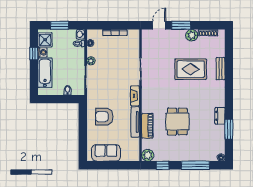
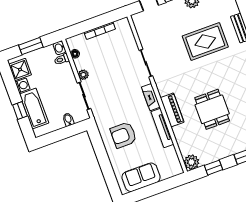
window: (34, 54) -> (20, 111), moved
piano: (147, 126) -> (172, 110), moved

